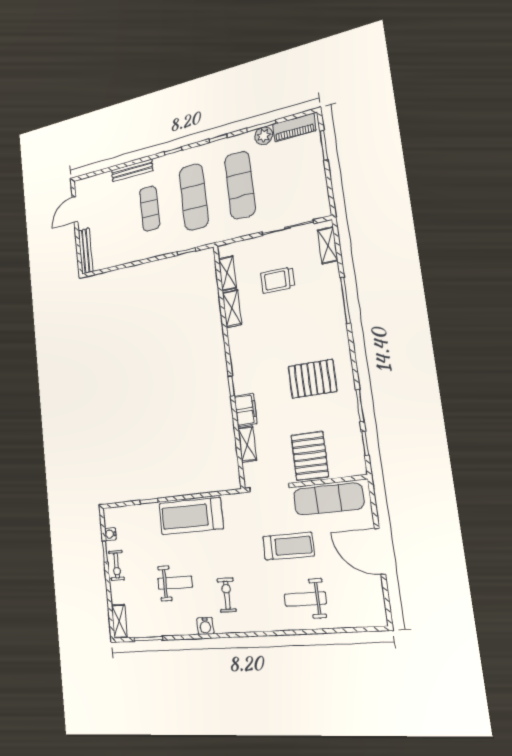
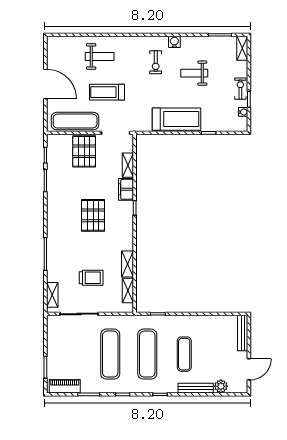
plant: (264, 136) -> (221, 386), moved
pallet: (312, 379) -> (93, 215), moved, turned 90

